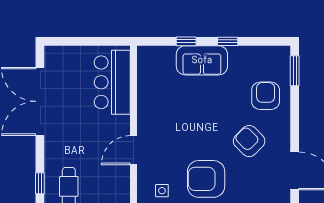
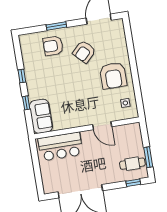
sofa: (202, 60) -> (41, 116), moved
window: (295, 71) -> (56, 26), moved

